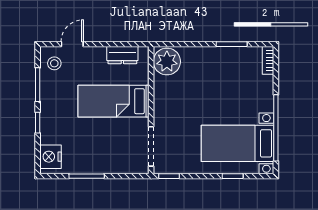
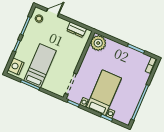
bed: (114, 101) -> (40, 66), moved, turned 90
bed with nightstands: (237, 143) -> (104, 93), moved, turned 90

